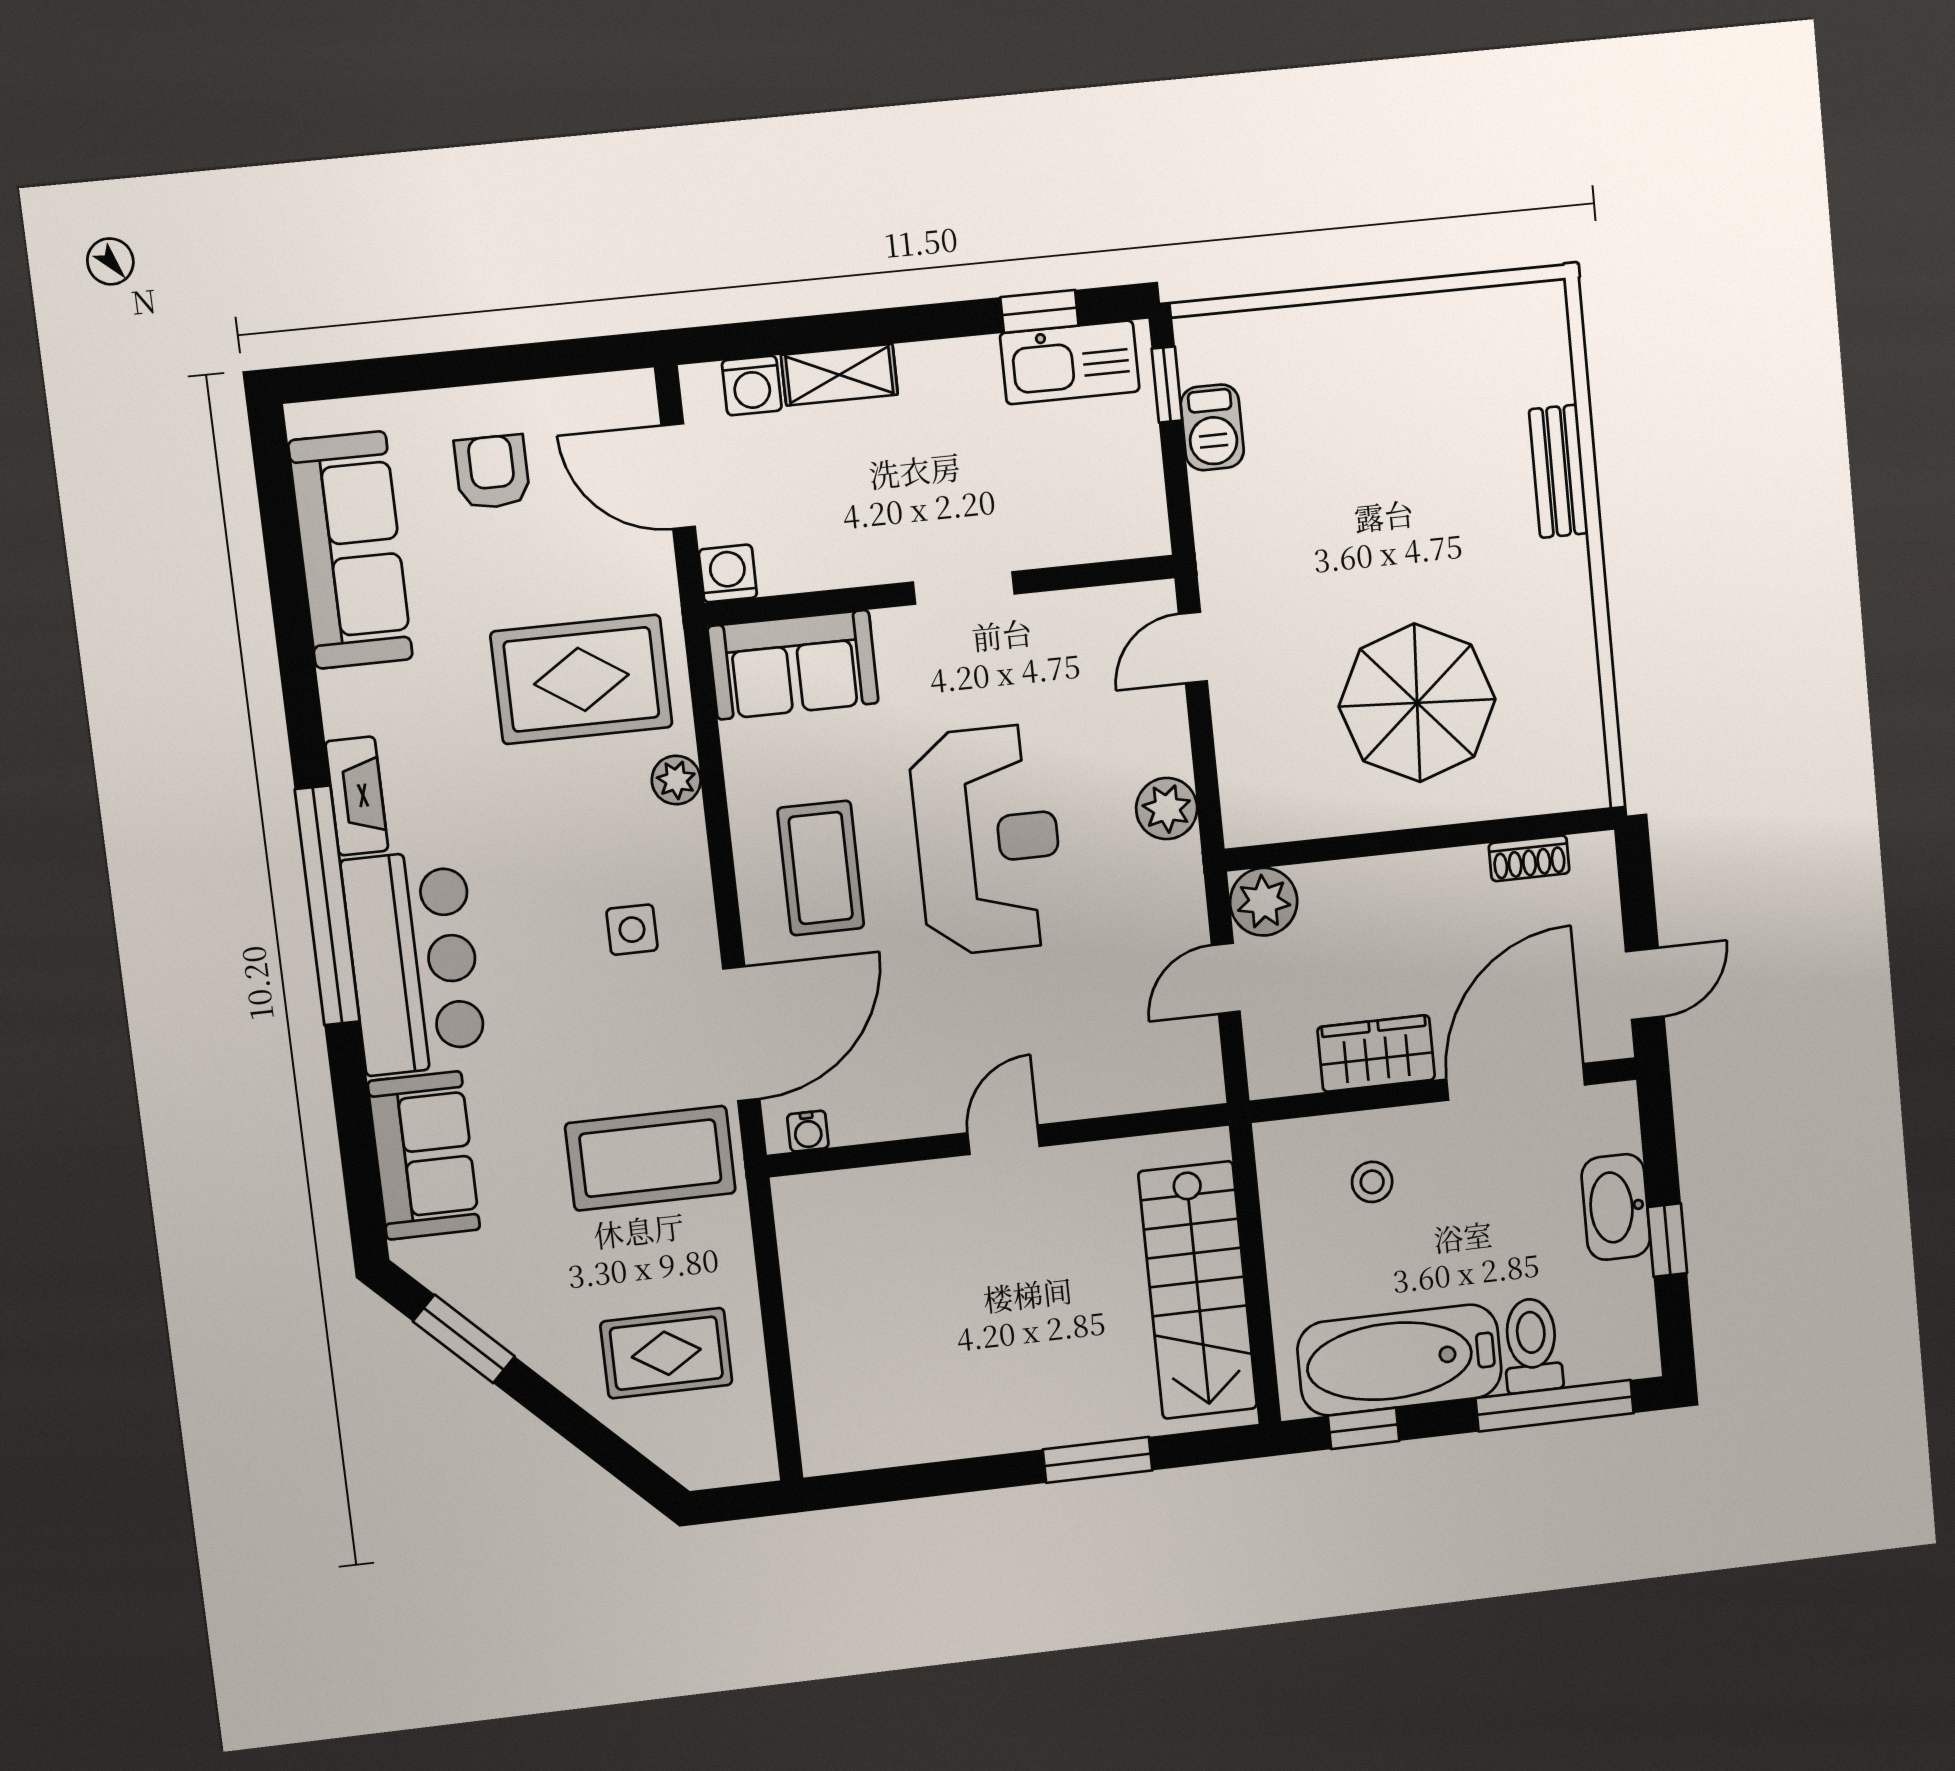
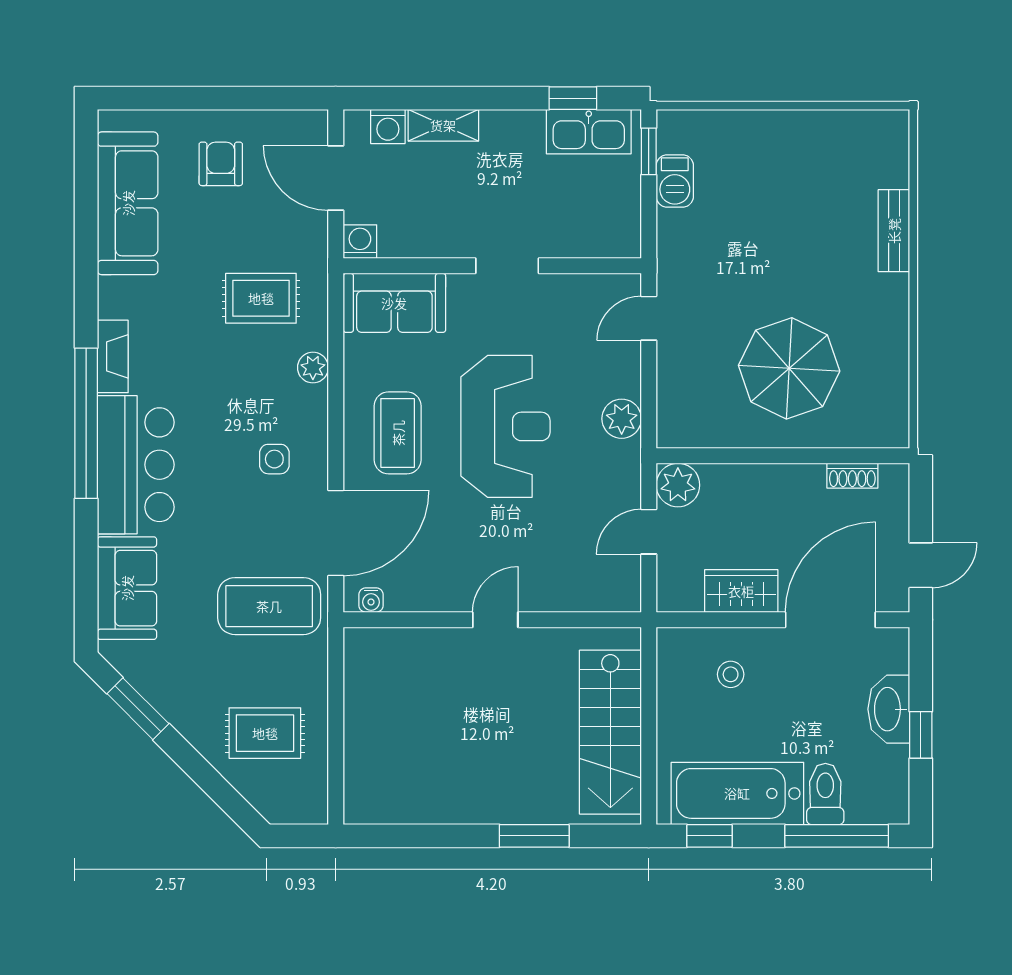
rug: (581, 679) -> (261, 298), width x0.73, depth x0.70

